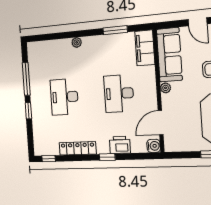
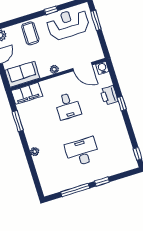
sofa: (169, 55) -> (22, 74), width x0.73
desk: (119, 93) -> (68, 106), width x0.73
desk: (64, 97) -> (82, 152), turned 180
locker: (78, 148) -> (122, 130), removed

